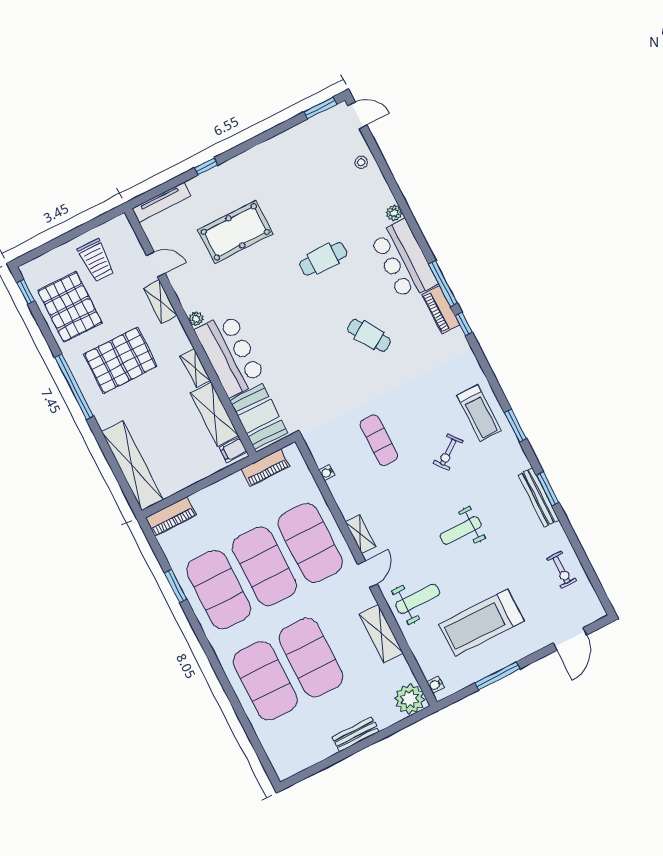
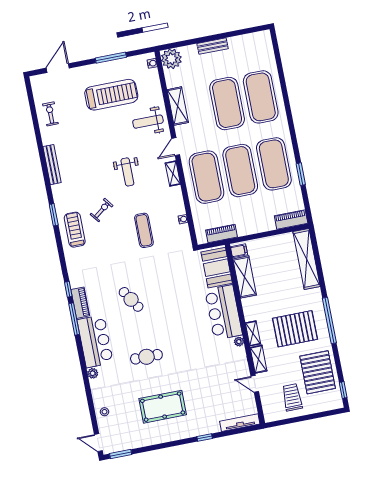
pool table: (235, 232) -> (163, 407), moved
shelving: (195, 368) -> (253, 333), moved
window: (548, 489) -> (45, 169), removed
weight bench: (461, 530) -> (127, 172), moved, turned 90

